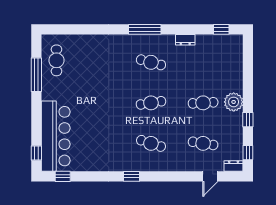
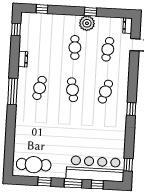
cafe table: (56, 60) -> (34, 165), width x1.37, depth x1.35
window: (36, 75) -> (44, 182), width x0.46
plant: (234, 102) -> (87, 23), moved
window: (36, 110) -> (73, 183), added
window: (36, 153) -> (97, 185), moved
window: (248, 153) -> (42, 9), moved

